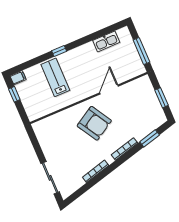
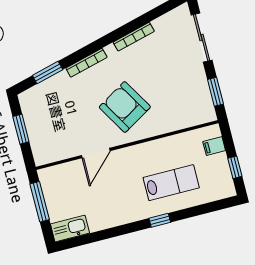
kitchen sink: (106, 41) -> (70, 229), moved
lab bench: (55, 77) -> (171, 183), turned -90
filing cabinet: (18, 78) -> (214, 146), moved
window: (35, 143) -> (215, 92), added

